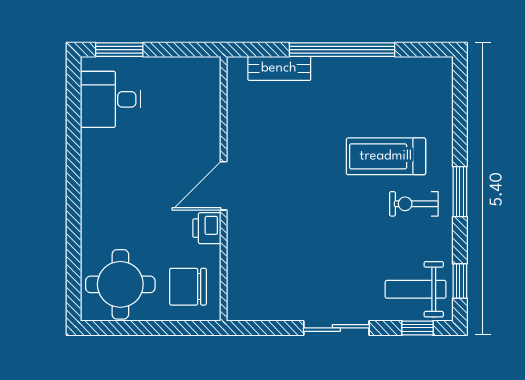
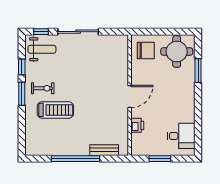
window: (119, 50) -> (160, 159), moved
printer: (207, 228) -> (137, 125), moved
window: (74, 243) -> (198, 71), added
window: (460, 281) -> (22, 67), moved
sliding door: (336, 328) -> (78, 32), width x1.37

